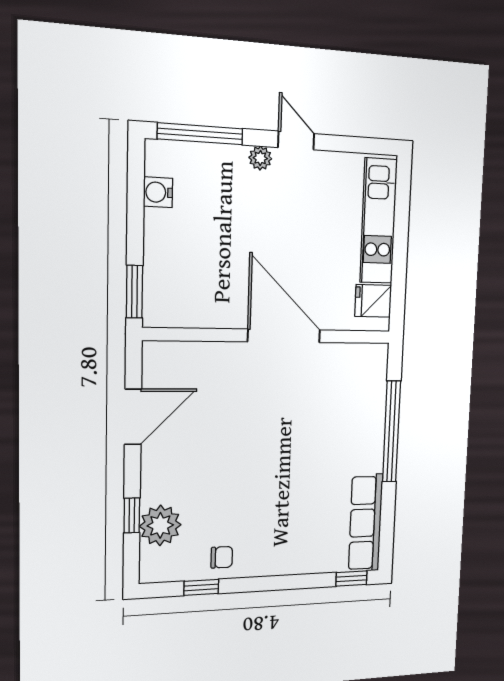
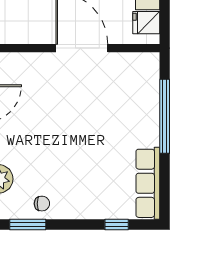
window: (351, 579) -> (117, 225), moved
window: (201, 587) -> (28, 225), width x1.50

